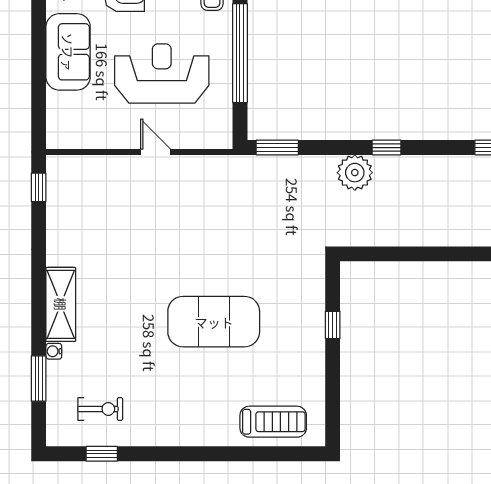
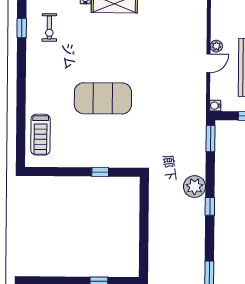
plant: (128, 139) -> (216, 46), added
water cooler: (224, 140) -> (215, 106), added
exercise mat: (214, 322) -> (103, 98), turned 90

